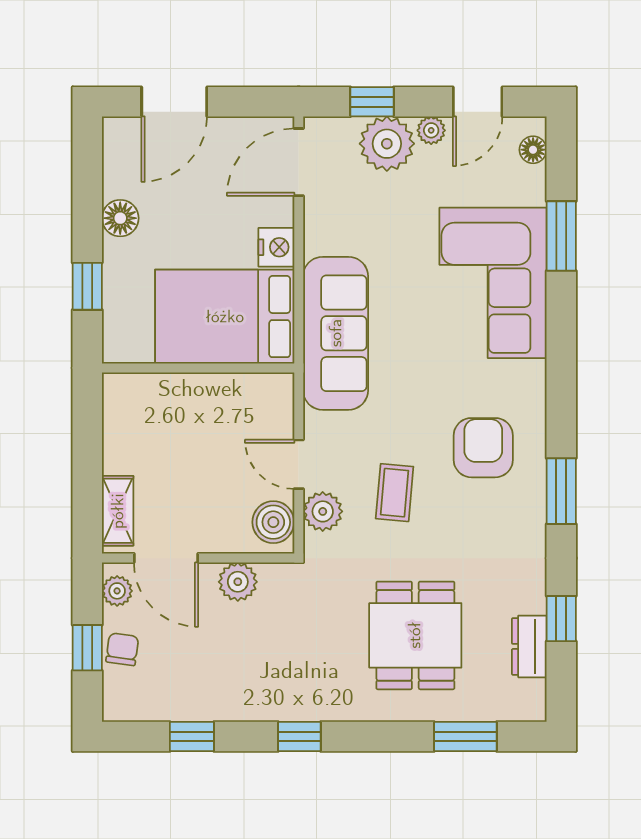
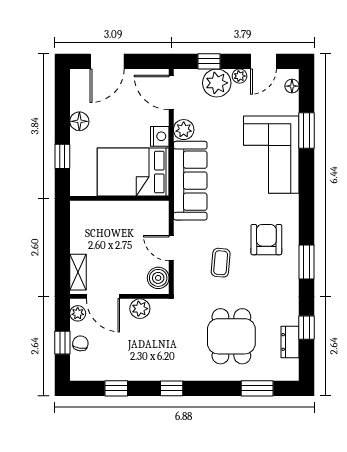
door: (299, 162) -> (171, 92), hinge flipped
plant: (323, 511) -> (184, 130), moved

